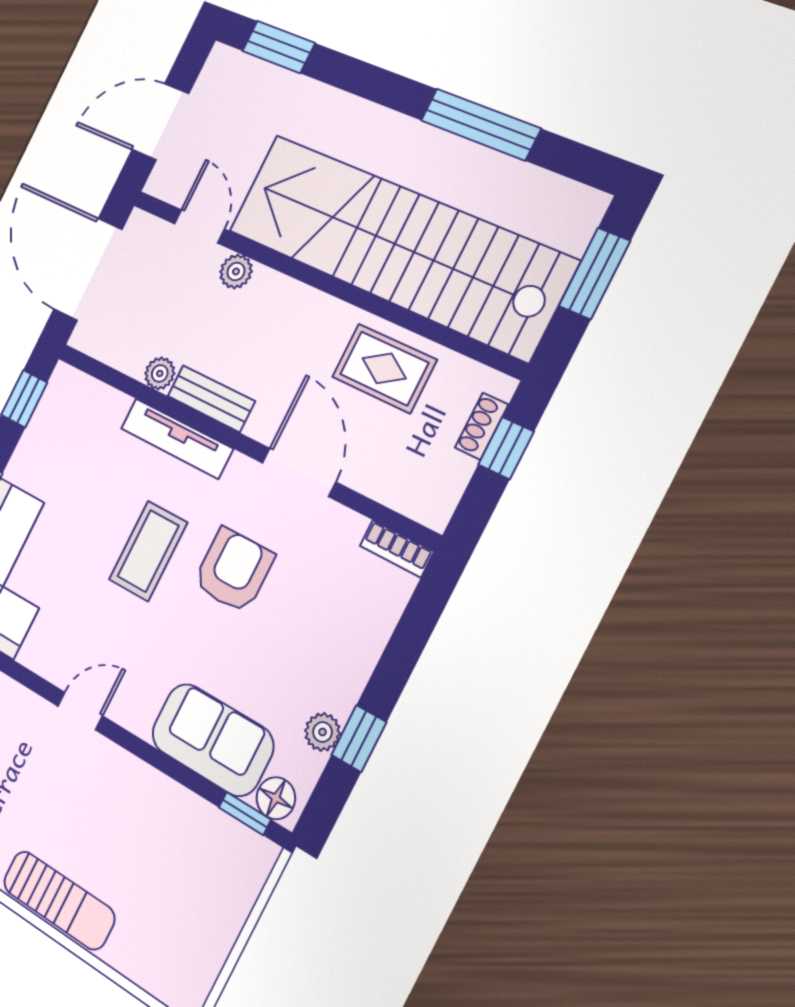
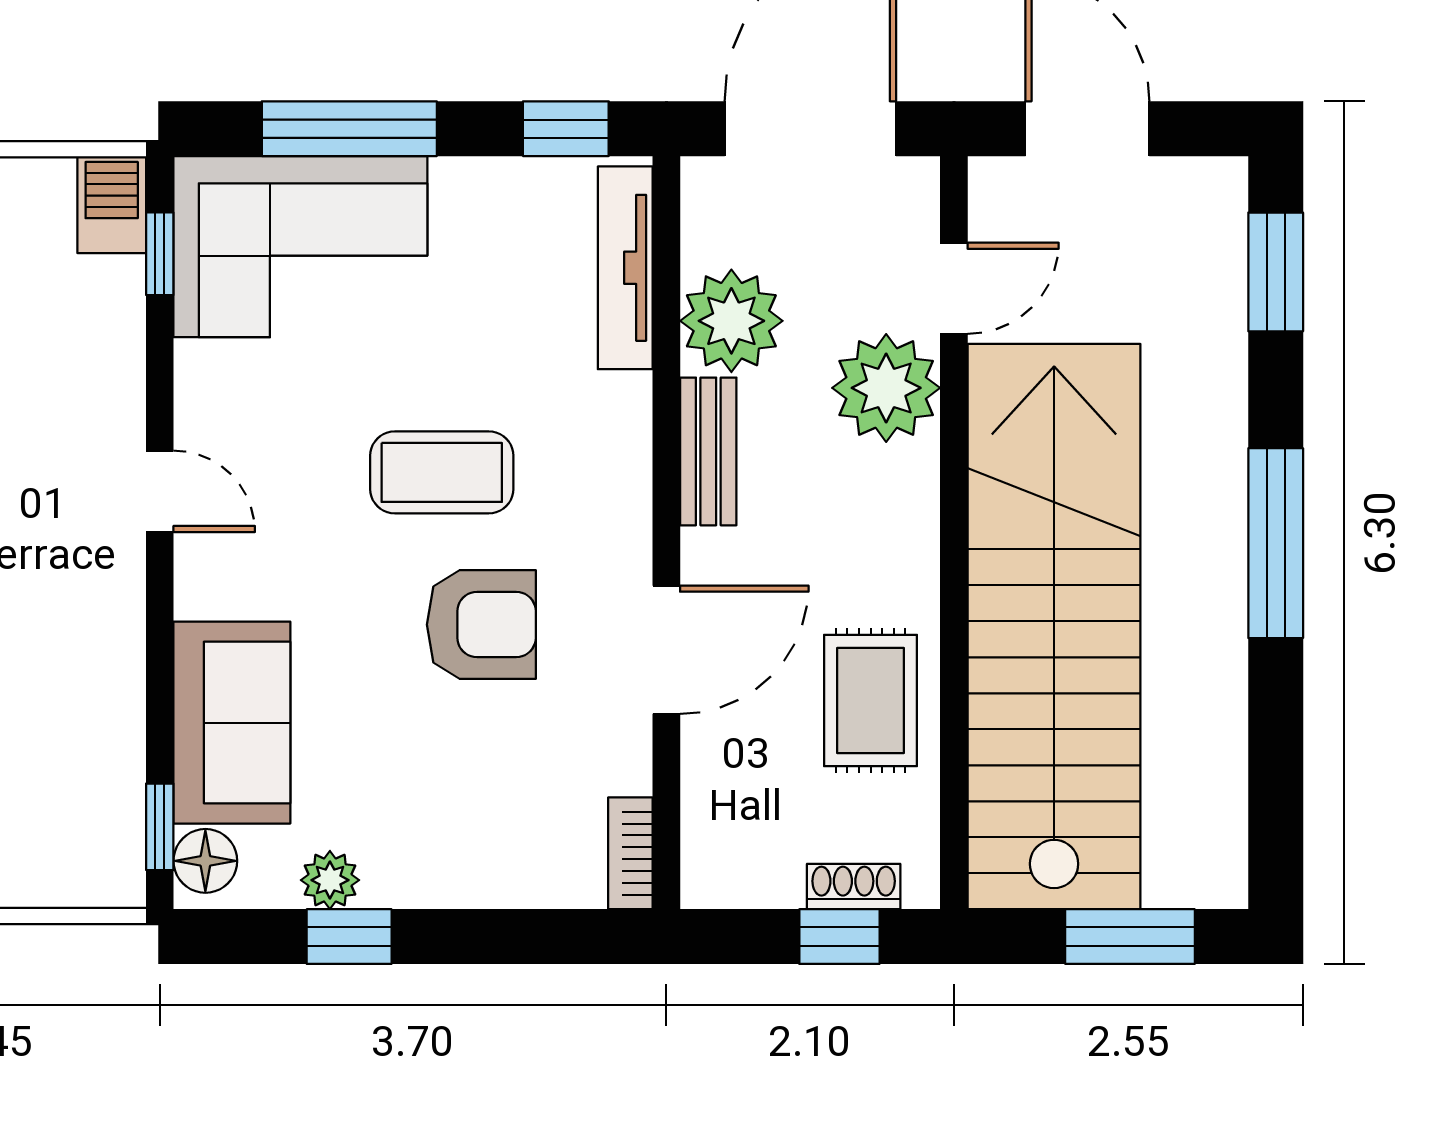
window: (480, 124) -> (1276, 543), moved
plant: (236, 272) -> (886, 388), width x1.88, depth x1.88
plant: (160, 373) -> (731, 321), width x1.88, depth x1.88
tv unit: (177, 438) -> (625, 268), moved

